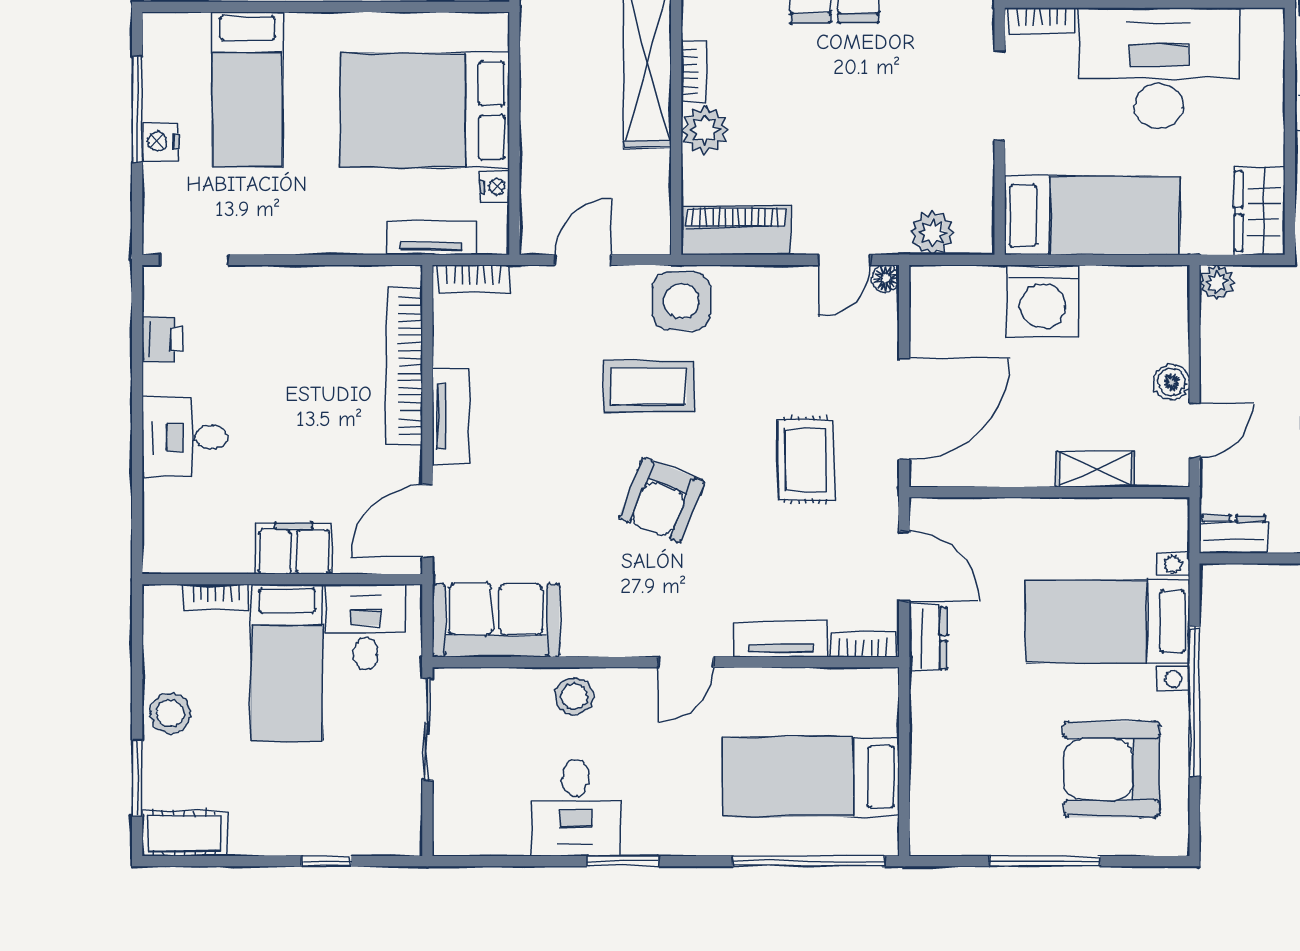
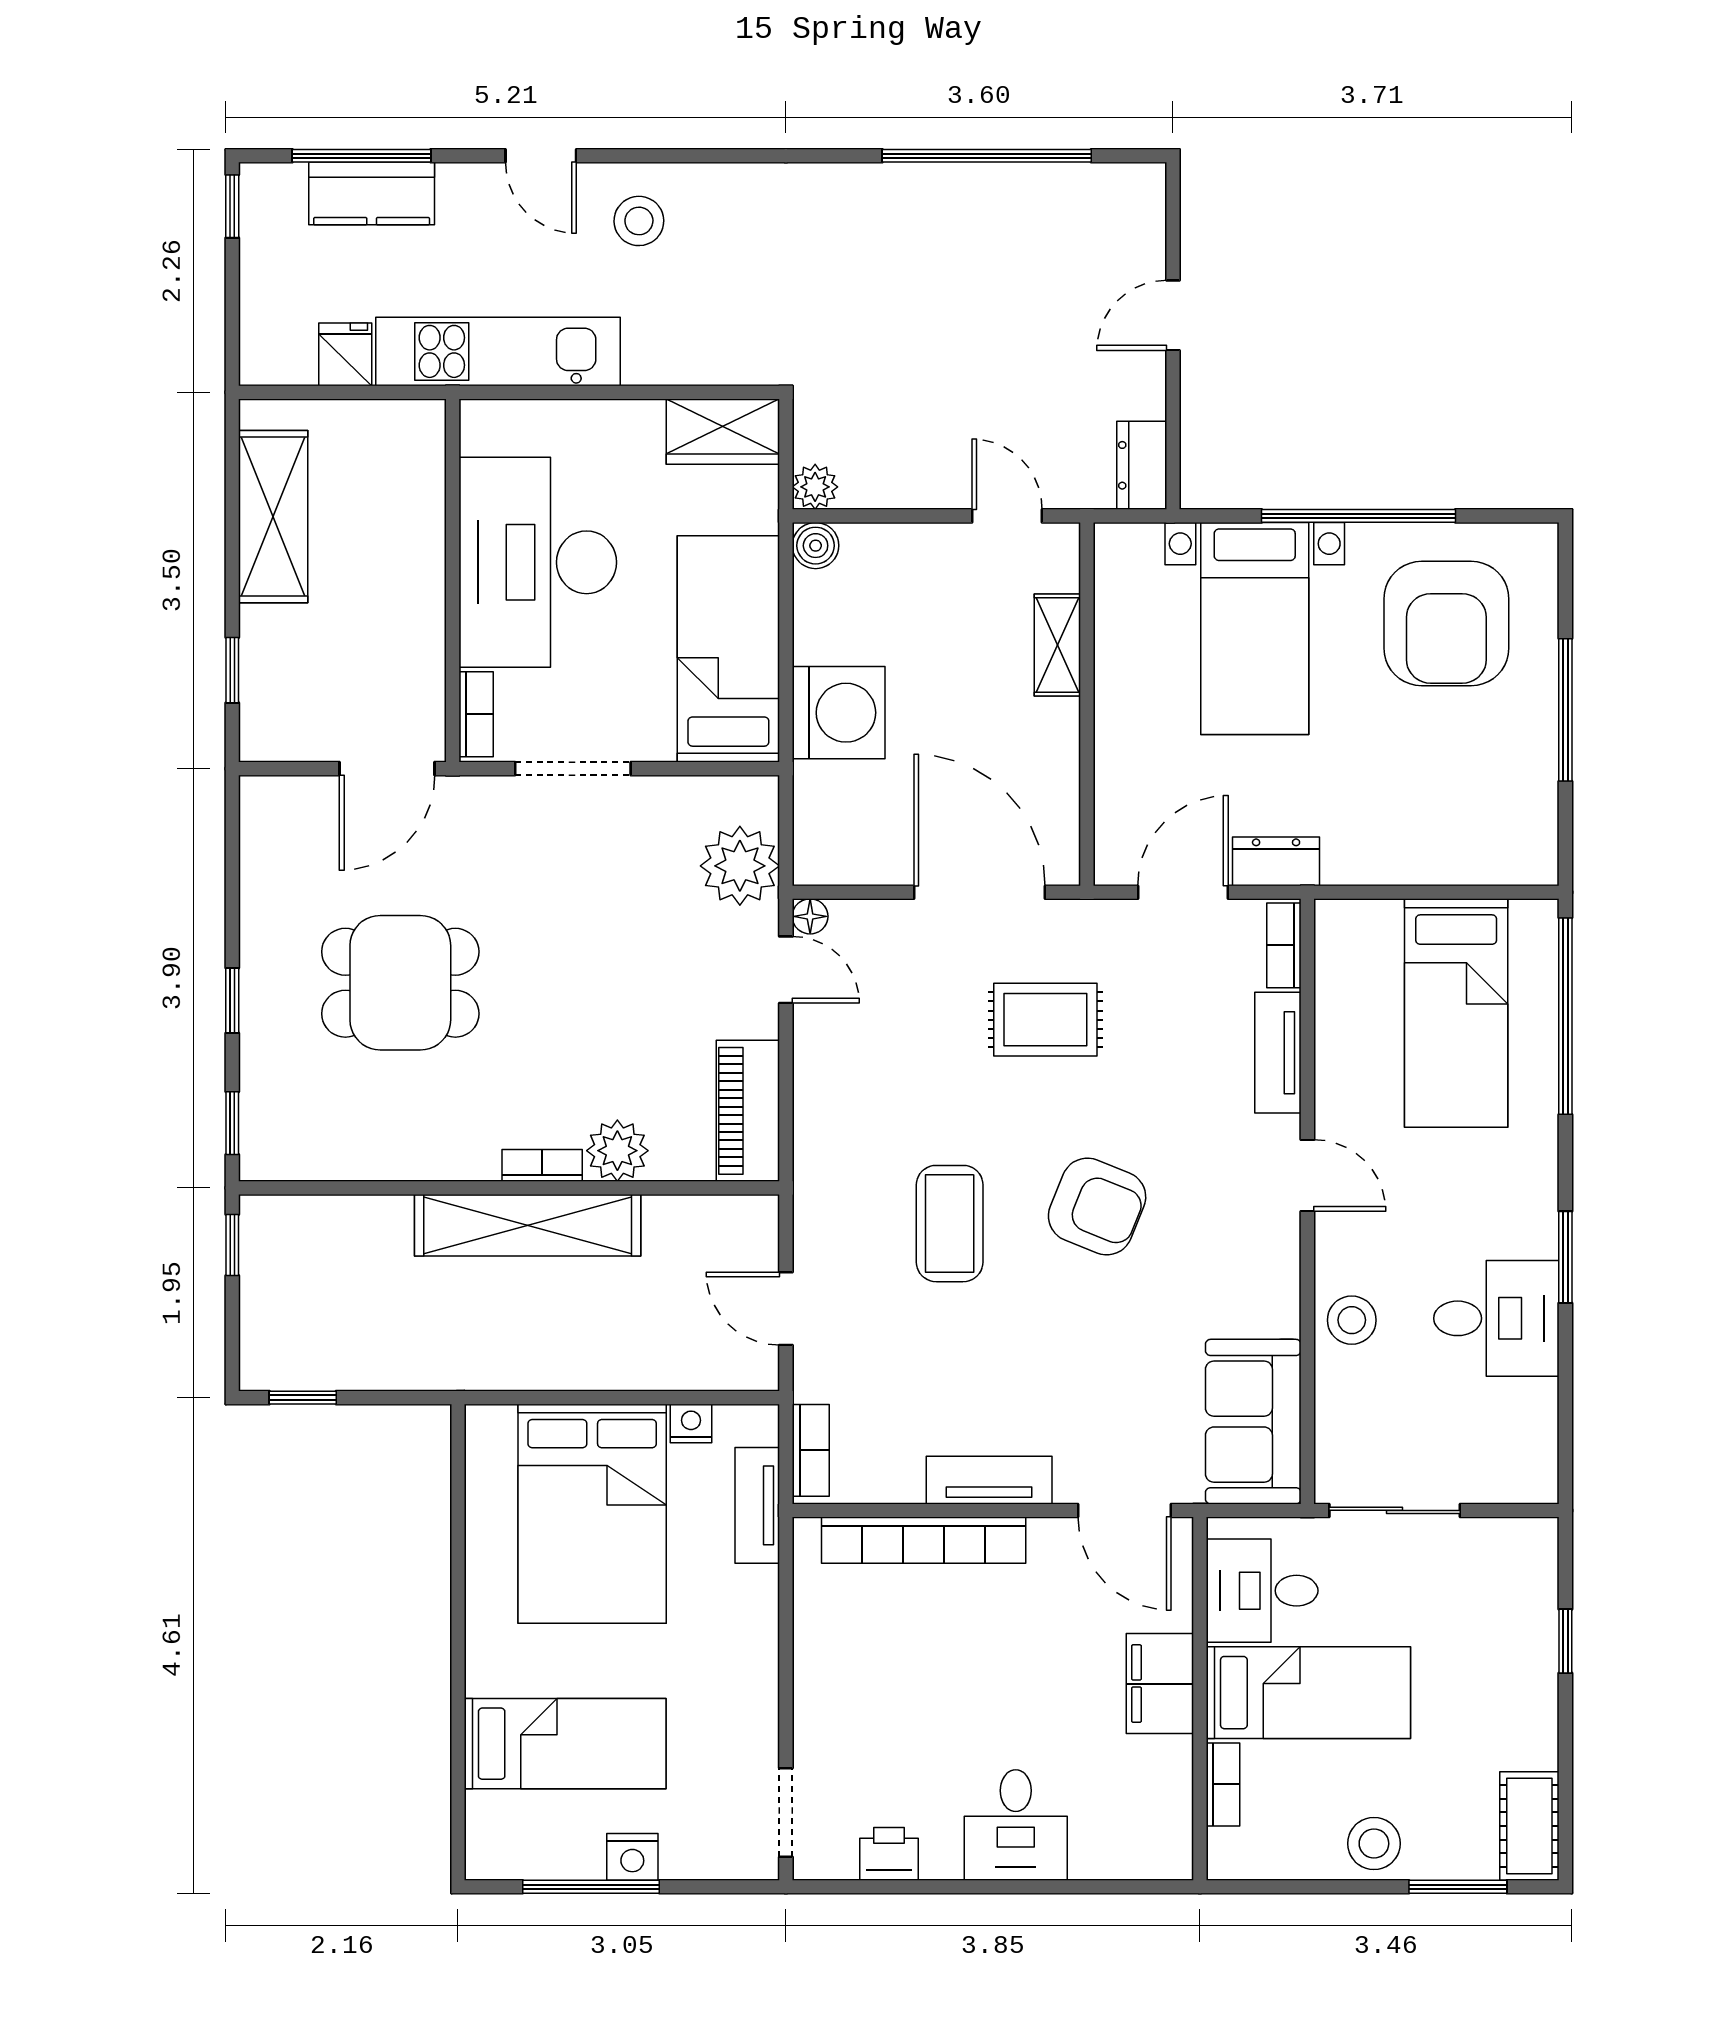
plant: (933, 233) -> (740, 866), width x1.36, depth x1.36
side table: (681, 301) -> (839, 1181), removed
boiler: (1172, 382) -> (816, 546), moved

